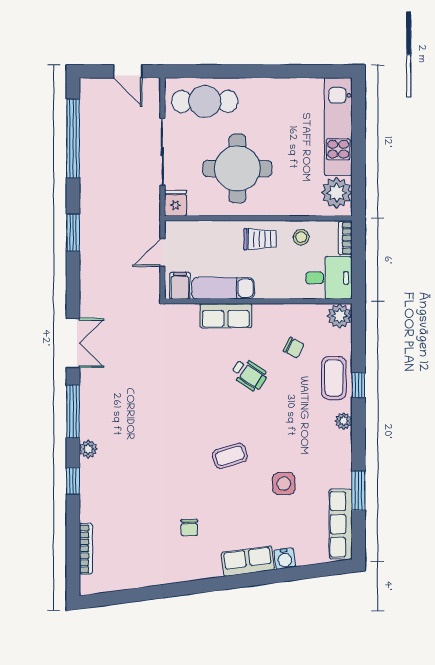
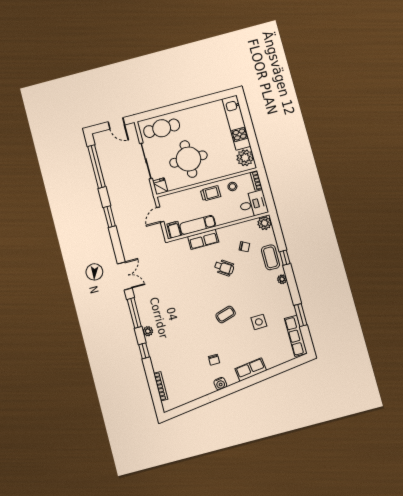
water cooler: (285, 559) -> (220, 384), moved

